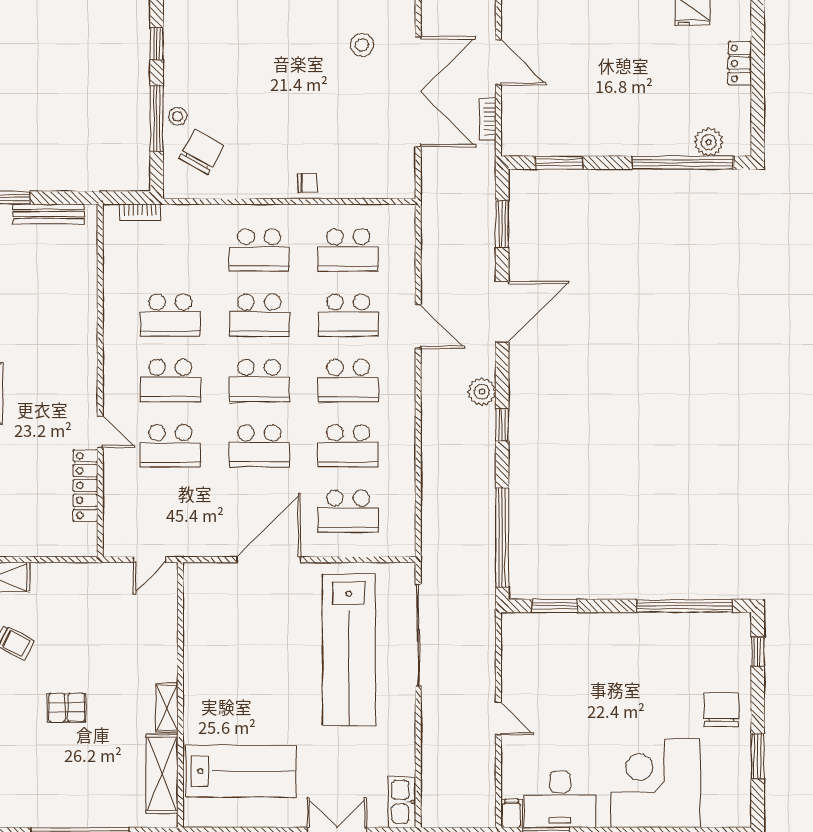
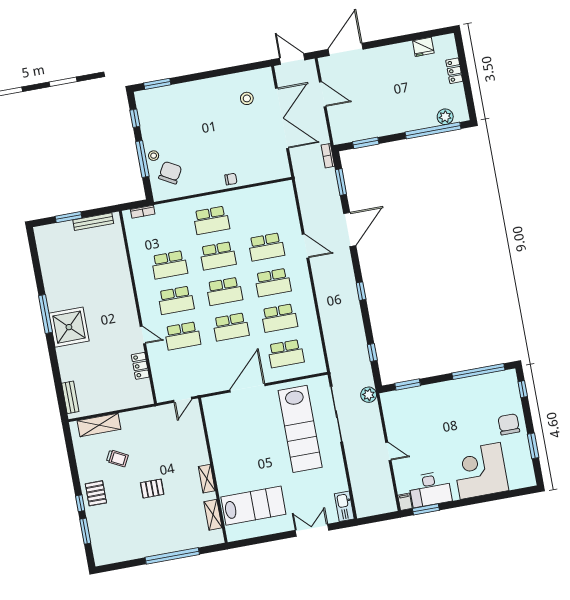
bookcase: (487, 119) -> (328, 156), moved
school desk: (348, 250) -> (260, 211), removed
plant: (482, 392) -> (369, 395), moved
locker: (85, 486) -> (140, 366), width x0.66
window: (502, 538) -> (372, 353), width x0.32
shelving: (162, 774) -> (213, 515), width x0.67, depth x0.75

